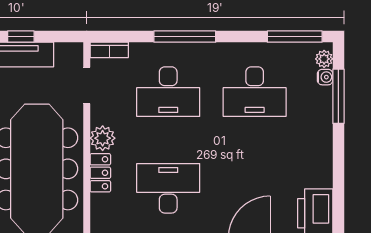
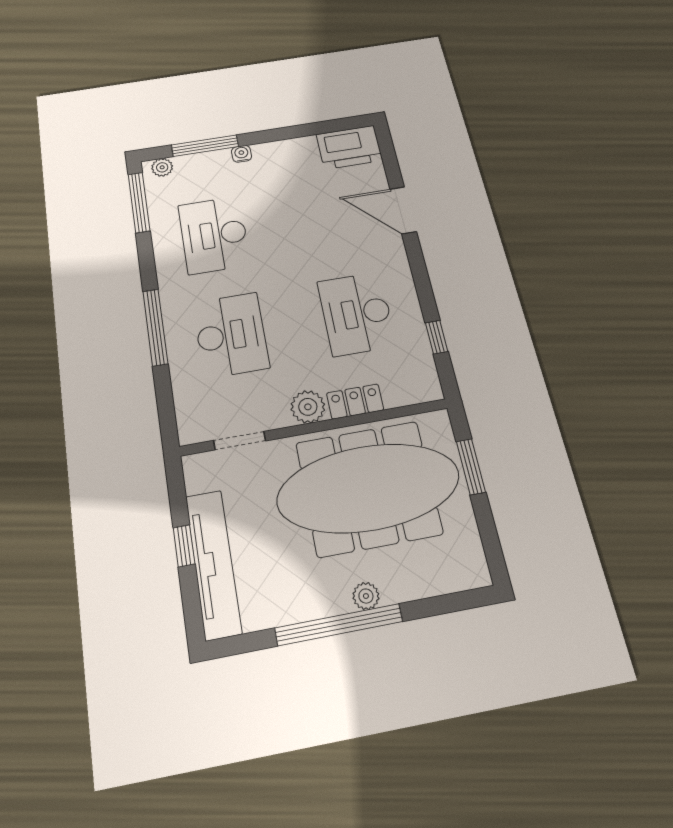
bookcase: (109, 50) -> (186, 419), removed
water cooler: (325, 77) -> (242, 154), moved
desk: (255, 92) -> (214, 235), turned 180

